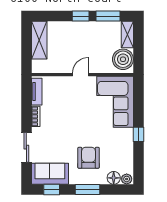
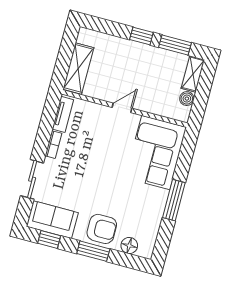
shelving: (39, 40) -> (78, 68), moved
boiler: (123, 59) -> (187, 99), width x0.54, depth x0.54
window: (138, 134) -> (174, 200), width x2.17
armchair: (89, 158) -> (102, 229), moved, turned 90
plant: (127, 179) -> (145, 251), removed

